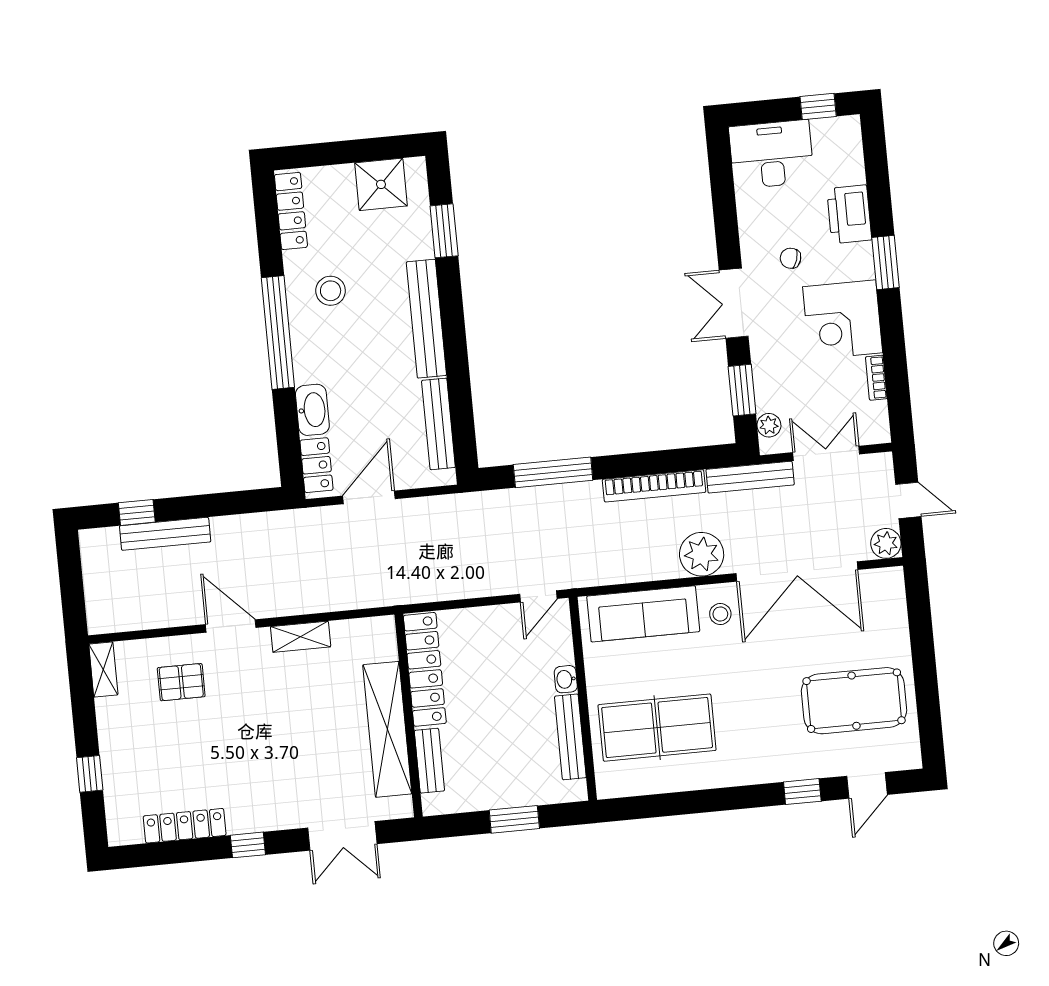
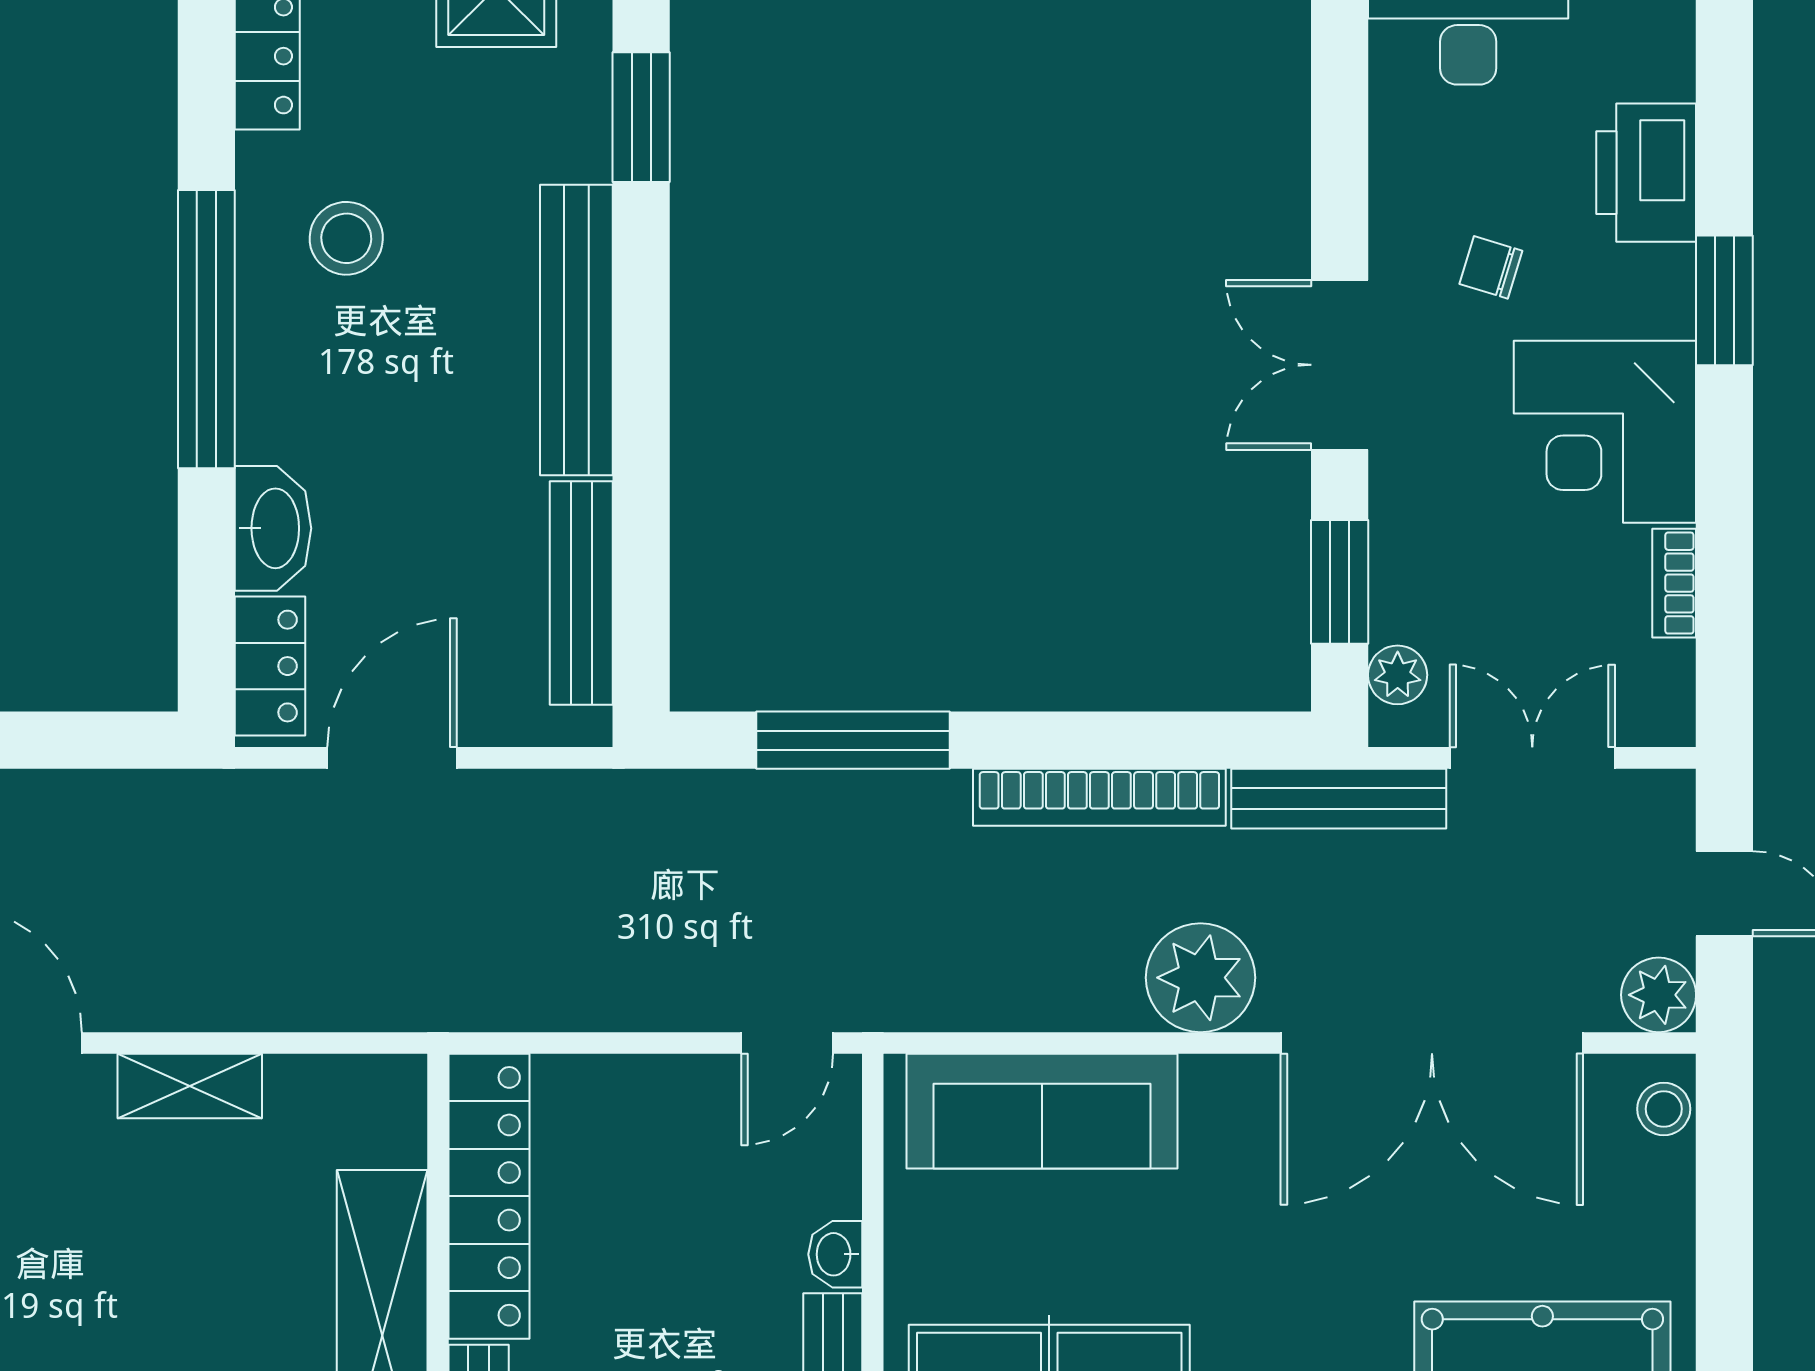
stool: (720, 614) -> (1664, 1109), moved

